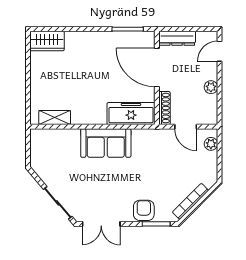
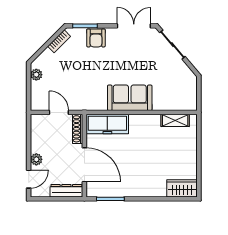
plant: (211, 87) -> (36, 159), moved
plant: (211, 144) -> (36, 75), moved
bookcase: (191, 201) -> (59, 41), width x0.64

